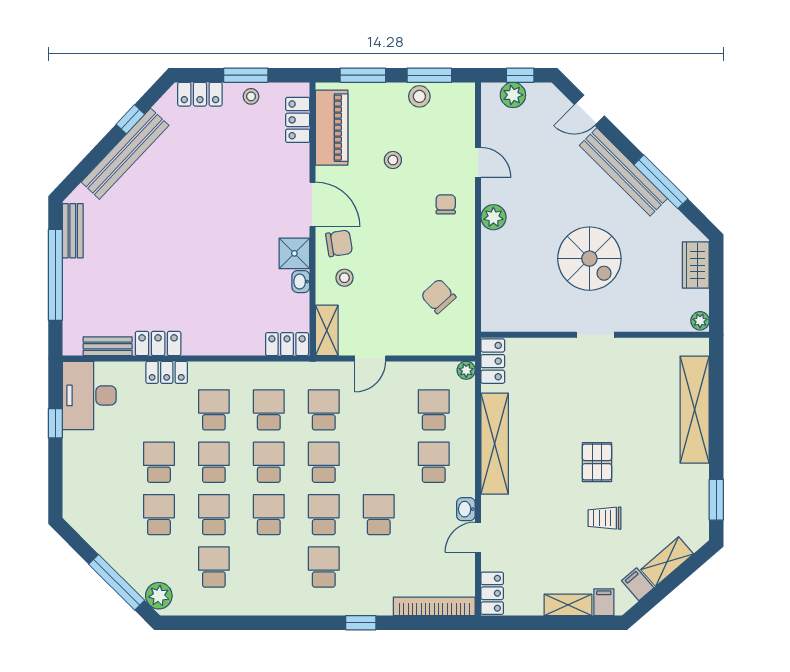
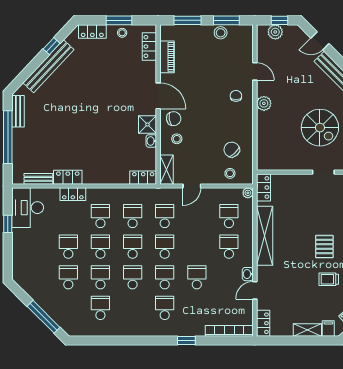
piano: (332, 128) -> (167, 57), width x0.73, depth x0.75
stool: (393, 160) -> (230, 173), moved
plant: (159, 596) -> (68, 325), removed

